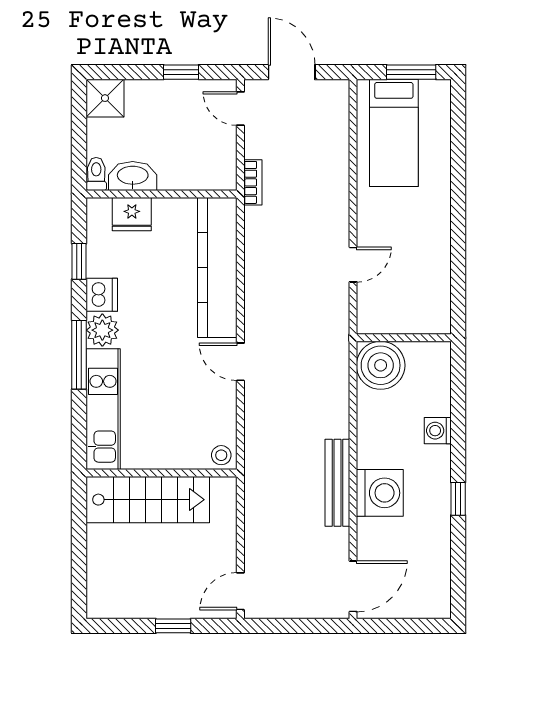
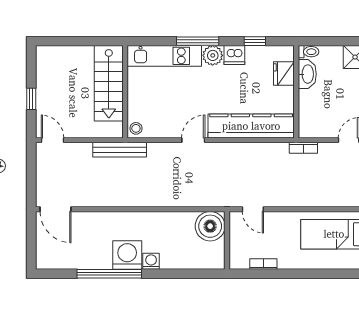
bookcase: (442, 248) -> (263, 264), added
wall: (404, 338) -> (227, 240), moved
boiler: (381, 365) -> (210, 226), moved
bench: (337, 483) -> (120, 150), moved
washing machine: (380, 493) -> (127, 255), moved, turned 180
window: (458, 499) -> (109, 274), width x3.17

